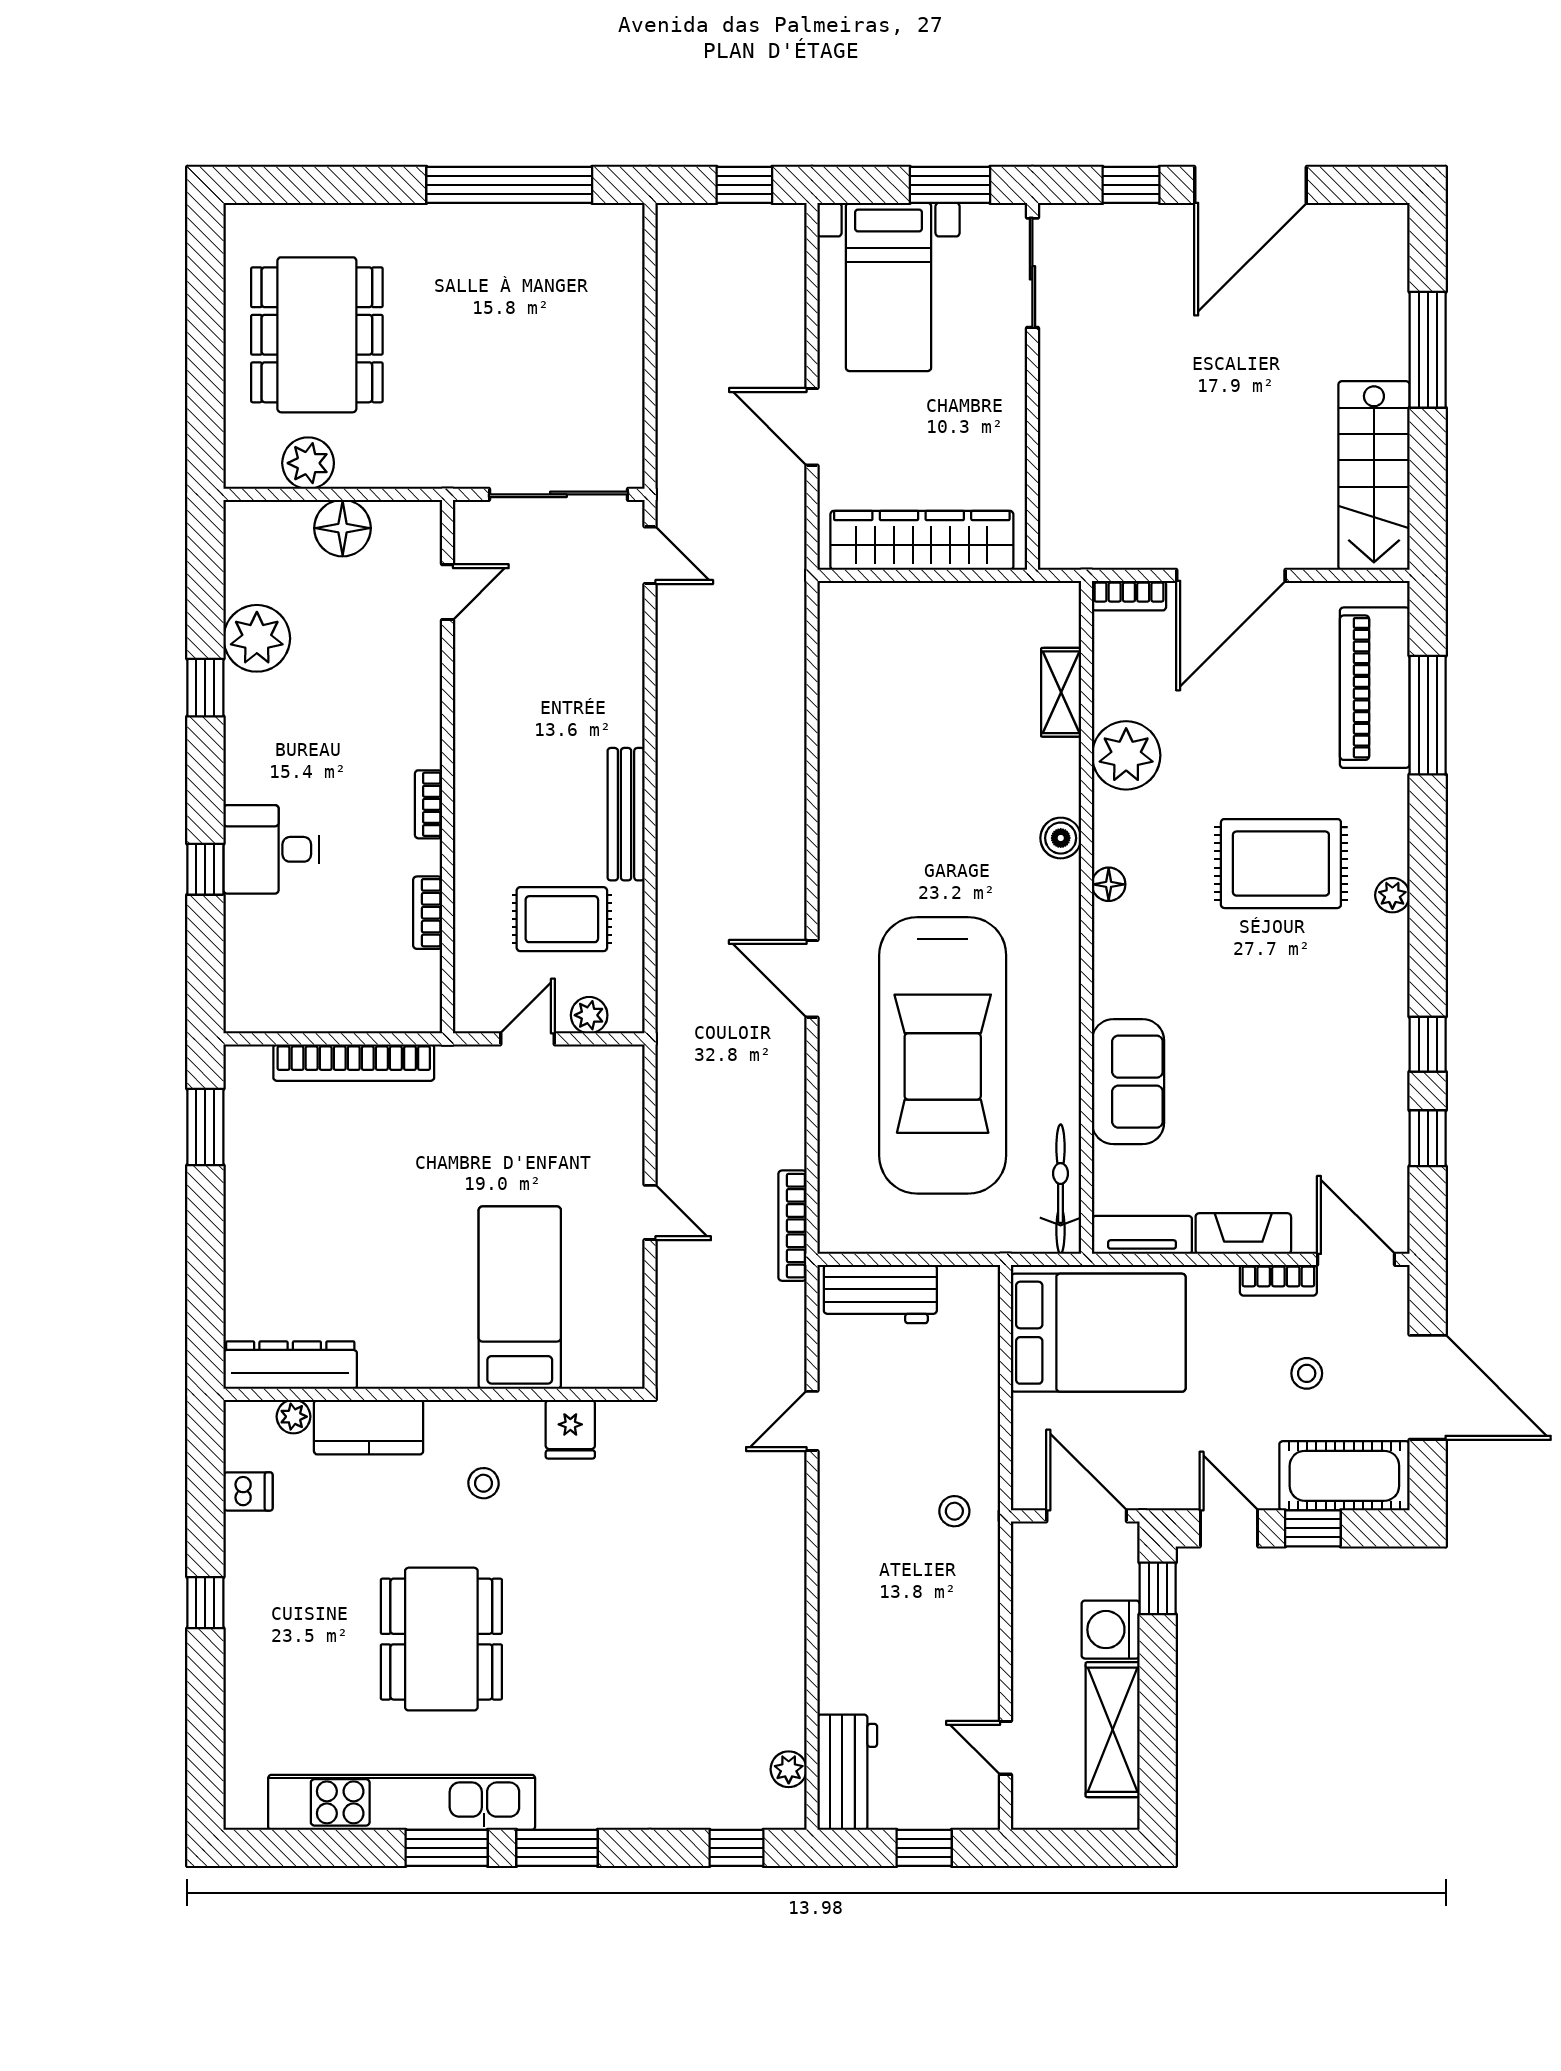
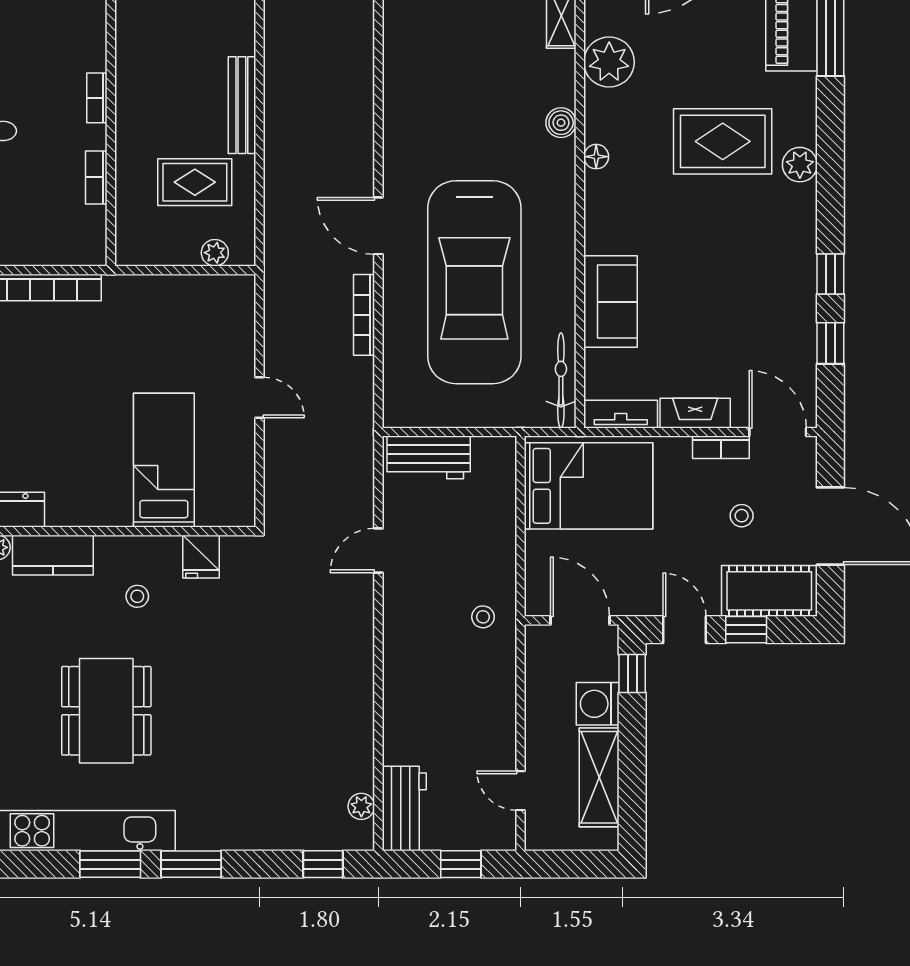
plant: (1392, 895) -> (800, 165), width x1.38, depth x1.38
door: (528, 1039) -> (170, 270), removed
bookcase: (792, 1226) -> (364, 315), moved

